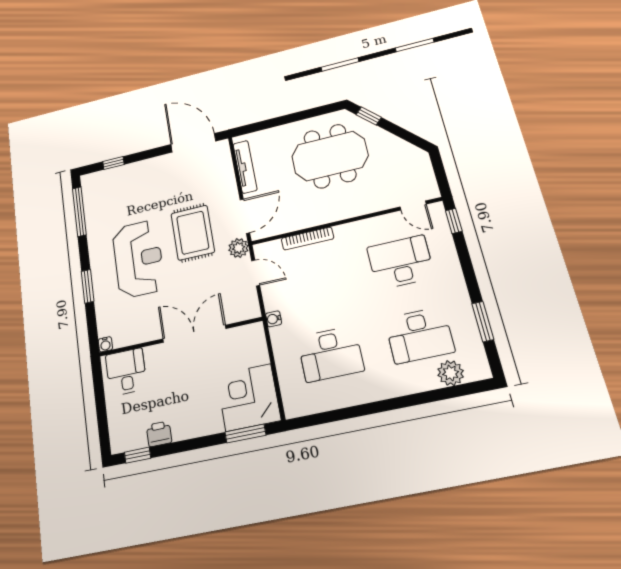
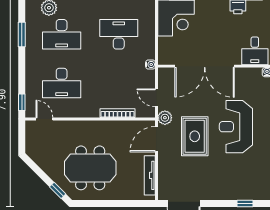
double door: (194, 334) -> (205, 66), width x1.36
desk: (419, 335) -> (62, 34), turned 180

